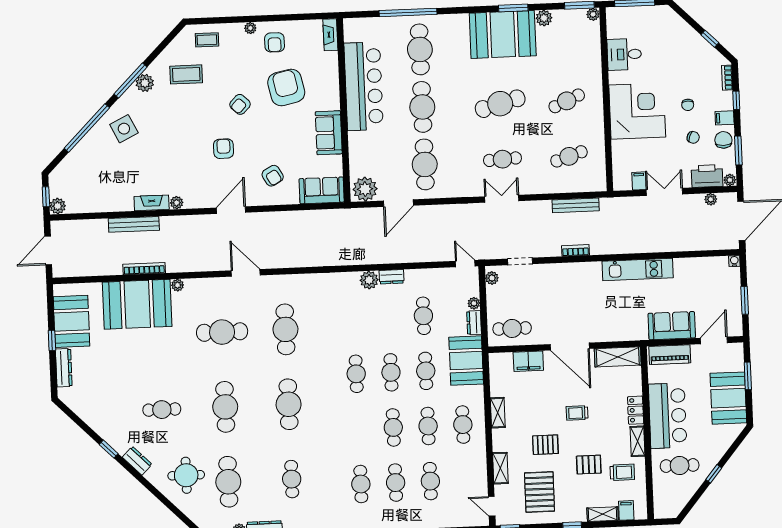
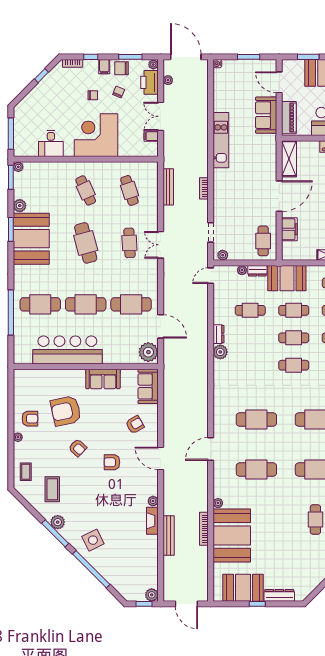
fireplace: (330, 35) -> (26, 374), removed
cafe table: (222, 332) -> (256, 470), turned 90

